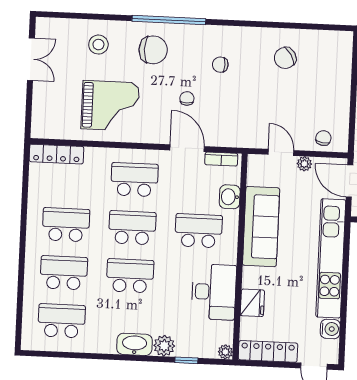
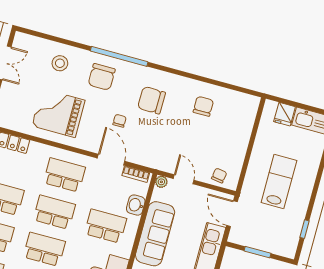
chair: (153, 50) -> (102, 77), turned 90
chair: (285, 58) -> (203, 106), turned 121
chair: (220, 65) -> (151, 100), width x1.87, depth x1.87
grand piano: (110, 106) -> (58, 113), turned 180
plant: (304, 164) -> (161, 182), moved

